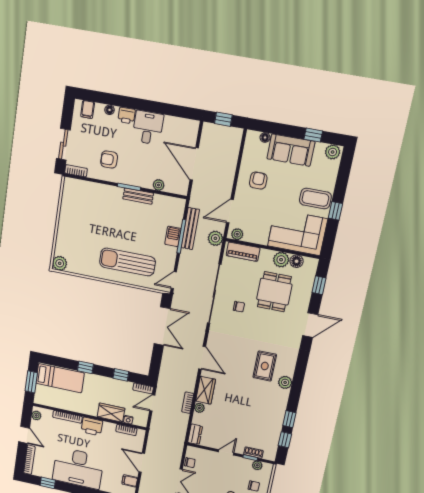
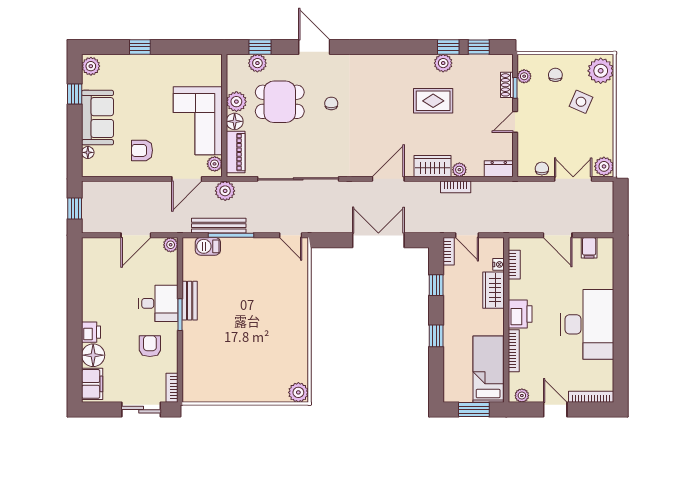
filing cabinet: (88, 110) -> (92, 384), width x2.00
floor lamp: (110, 110) -> (93, 355), width x1.89, depth x1.89
desk: (148, 128) -> (158, 303), moved, turned 180
armchair: (109, 160) -> (150, 346), turned 180
door: (194, 164) -> (136, 235), width x0.73
plant: (159, 185) -> (171, 245), moved
coffee table: (315, 199) -> (151, 75), removed
door: (230, 211) -> (187, 179), hinge flipped
window: (335, 211) -> (140, 47), moved
corner sofa: (298, 232) -> (198, 121), moved
barbecue: (173, 236) -> (208, 246), moved
floor lamp: (297, 261) -> (235, 121), moved
sun lounger: (127, 262) -> (279, 301), removed
plant: (307, 281) -> (257, 63), added
chair: (239, 307) -> (331, 103), moved
double door: (162, 326) -> (378, 240), moved
rug: (265, 366) -> (433, 101), moved
bed: (60, 378) -> (488, 369), moved
plant: (285, 382) -> (443, 63), moved
door: (24, 435) -> (555, 410), hinge flipped
door: (226, 452) -> (515, 122), hinge flipped
door: (142, 463) -> (558, 235), hinge flipped
window: (48, 483) -> (621, 365), removed

